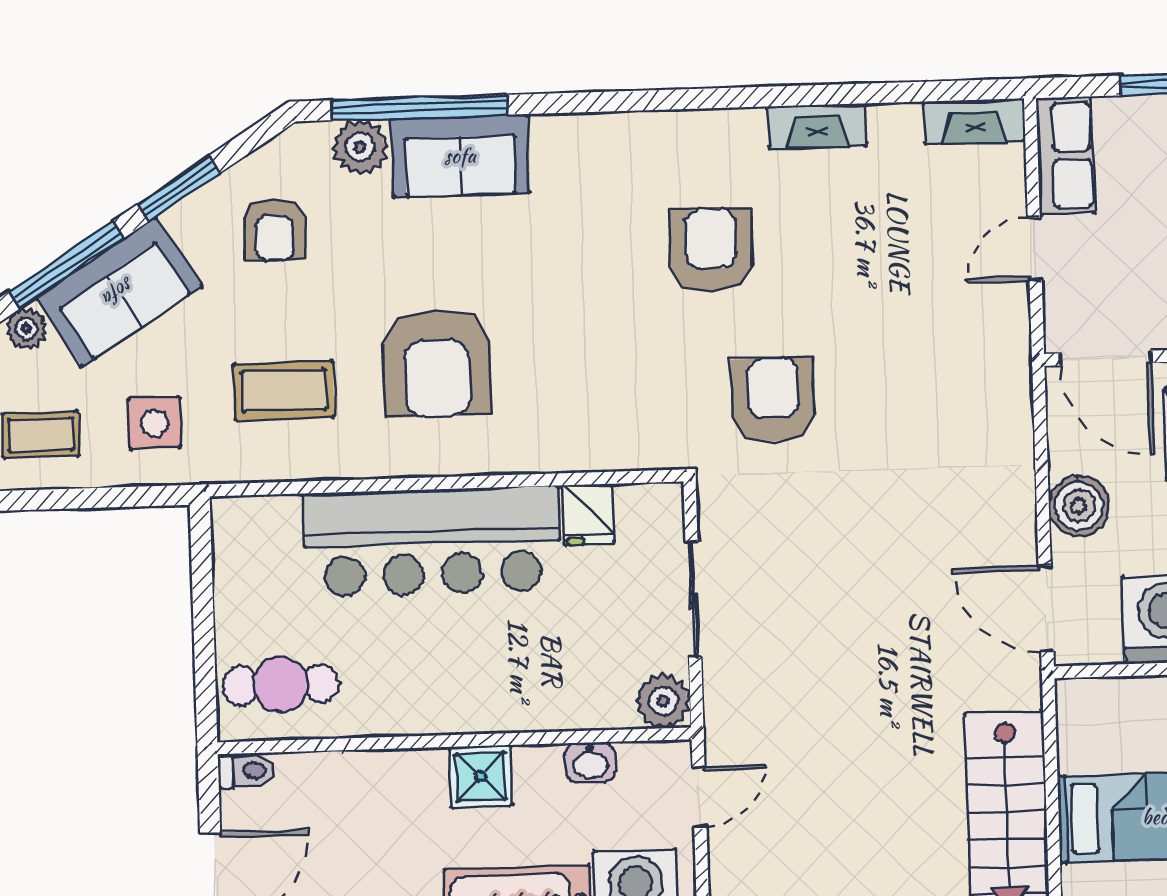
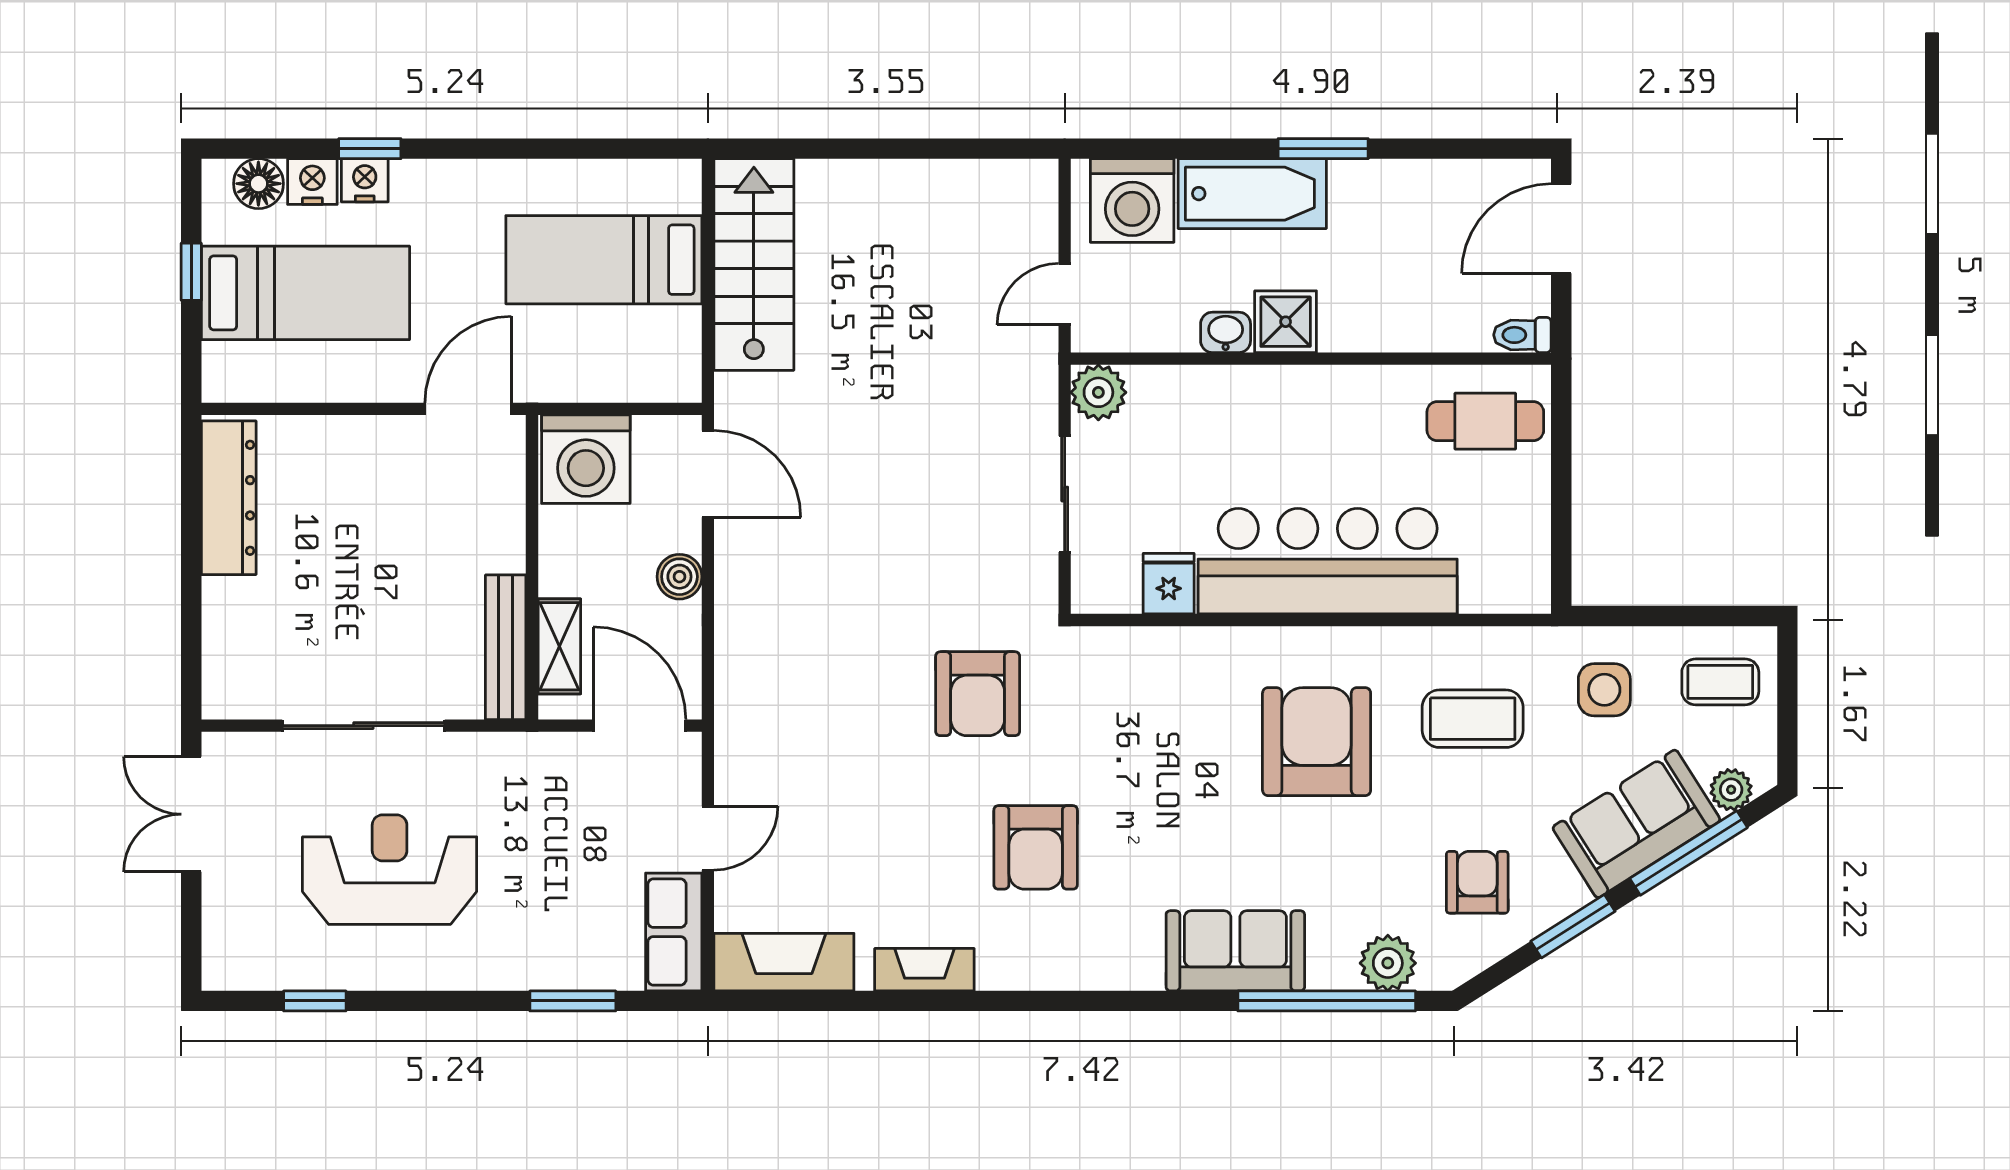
fireplace: (974, 122) -> (784, 962), width x1.37, depth x1.32
sofa: (460, 156) -> (1235, 951), moved
boiler: (1079, 506) -> (679, 577), width x0.73, depth x0.73
washbasin: (590, 762) -> (1226, 332), moved

